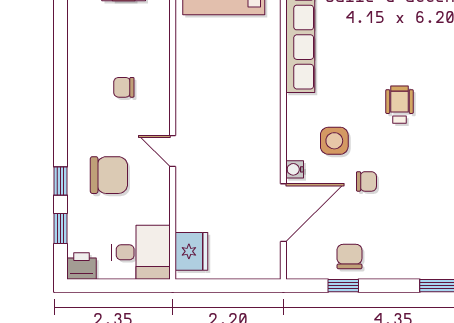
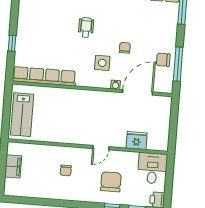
wheelchair: (399, 105) -> (86, 27), turned 90
door: (283, 213) -> (138, 92), hinge flipped
fridge: (191, 251) -> (137, 141), moved
window: (343, 286) -> (178, 64), width x2.17

